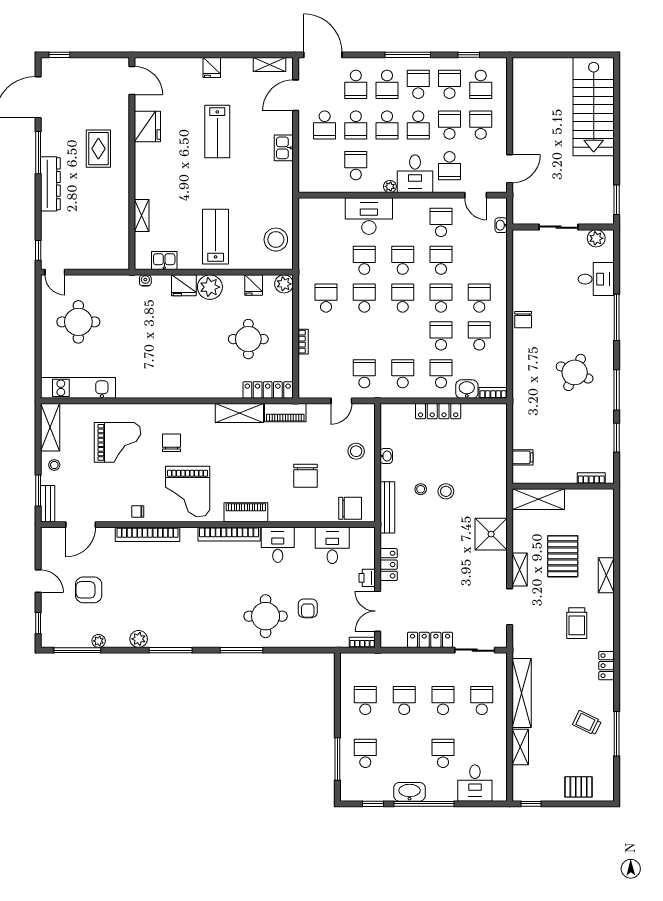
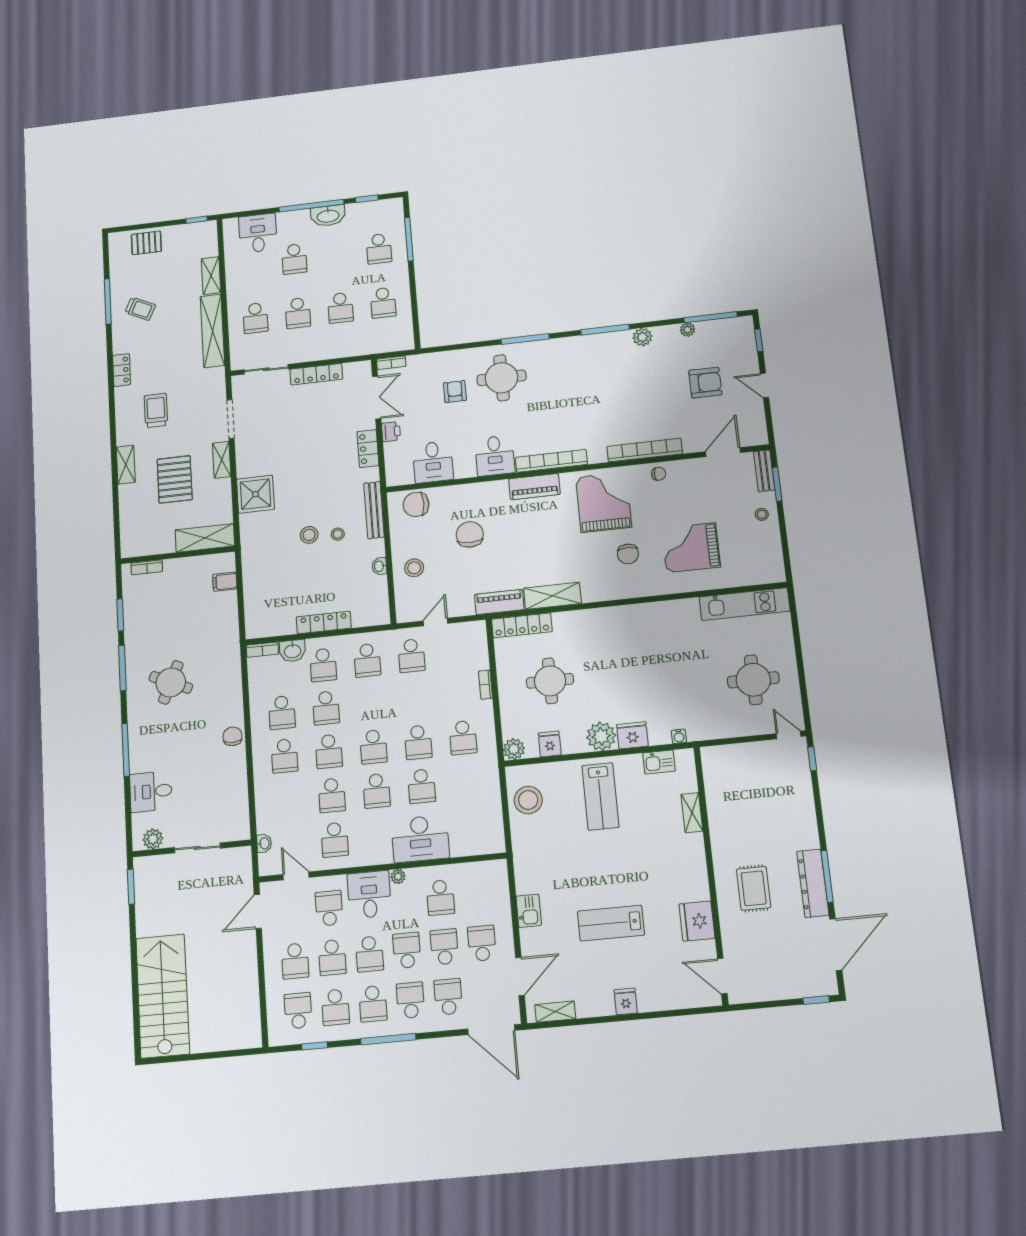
school desk: (418, 125) -> (369, 954), turned 180
lab bench: (217, 131) -> (611, 923), turned -90
dresser: (50, 184) -> (813, 883), moved
shelving: (50, 427) -> (772, 556), removed

